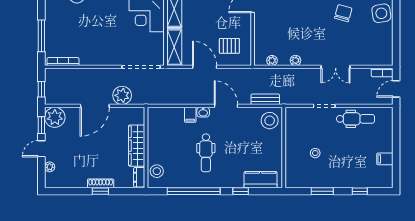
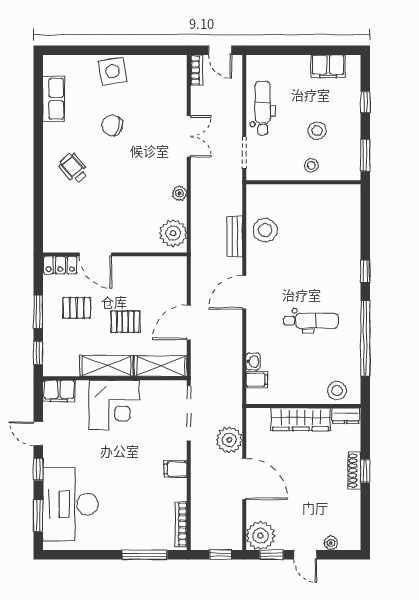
pallet: (229, 46) -> (125, 322), moved, turned 90
filing cabinet: (102, 58) -> (175, 469), added
plant: (272, 60) -> (173, 233), width x1.88, depth x1.88
washbasin: (203, 112) -> (253, 361), moved
filing cabinet: (190, 115) -> (257, 380), moved
wall: (284, 147) -> (303, 182), moved
stool: (340, 157) -> (317, 131), added
filing cabinet: (385, 159) -> (328, 66), width x2.00
kitchen counter: (261, 180) -> (349, 243), removed

